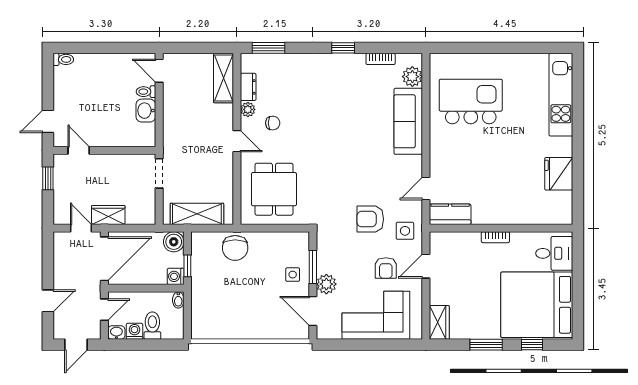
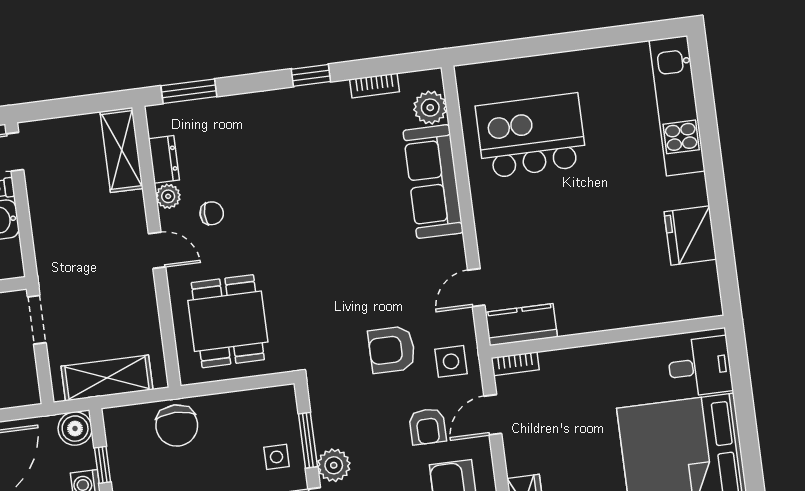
bookcase: (495, 237) -> (515, 364), moved

